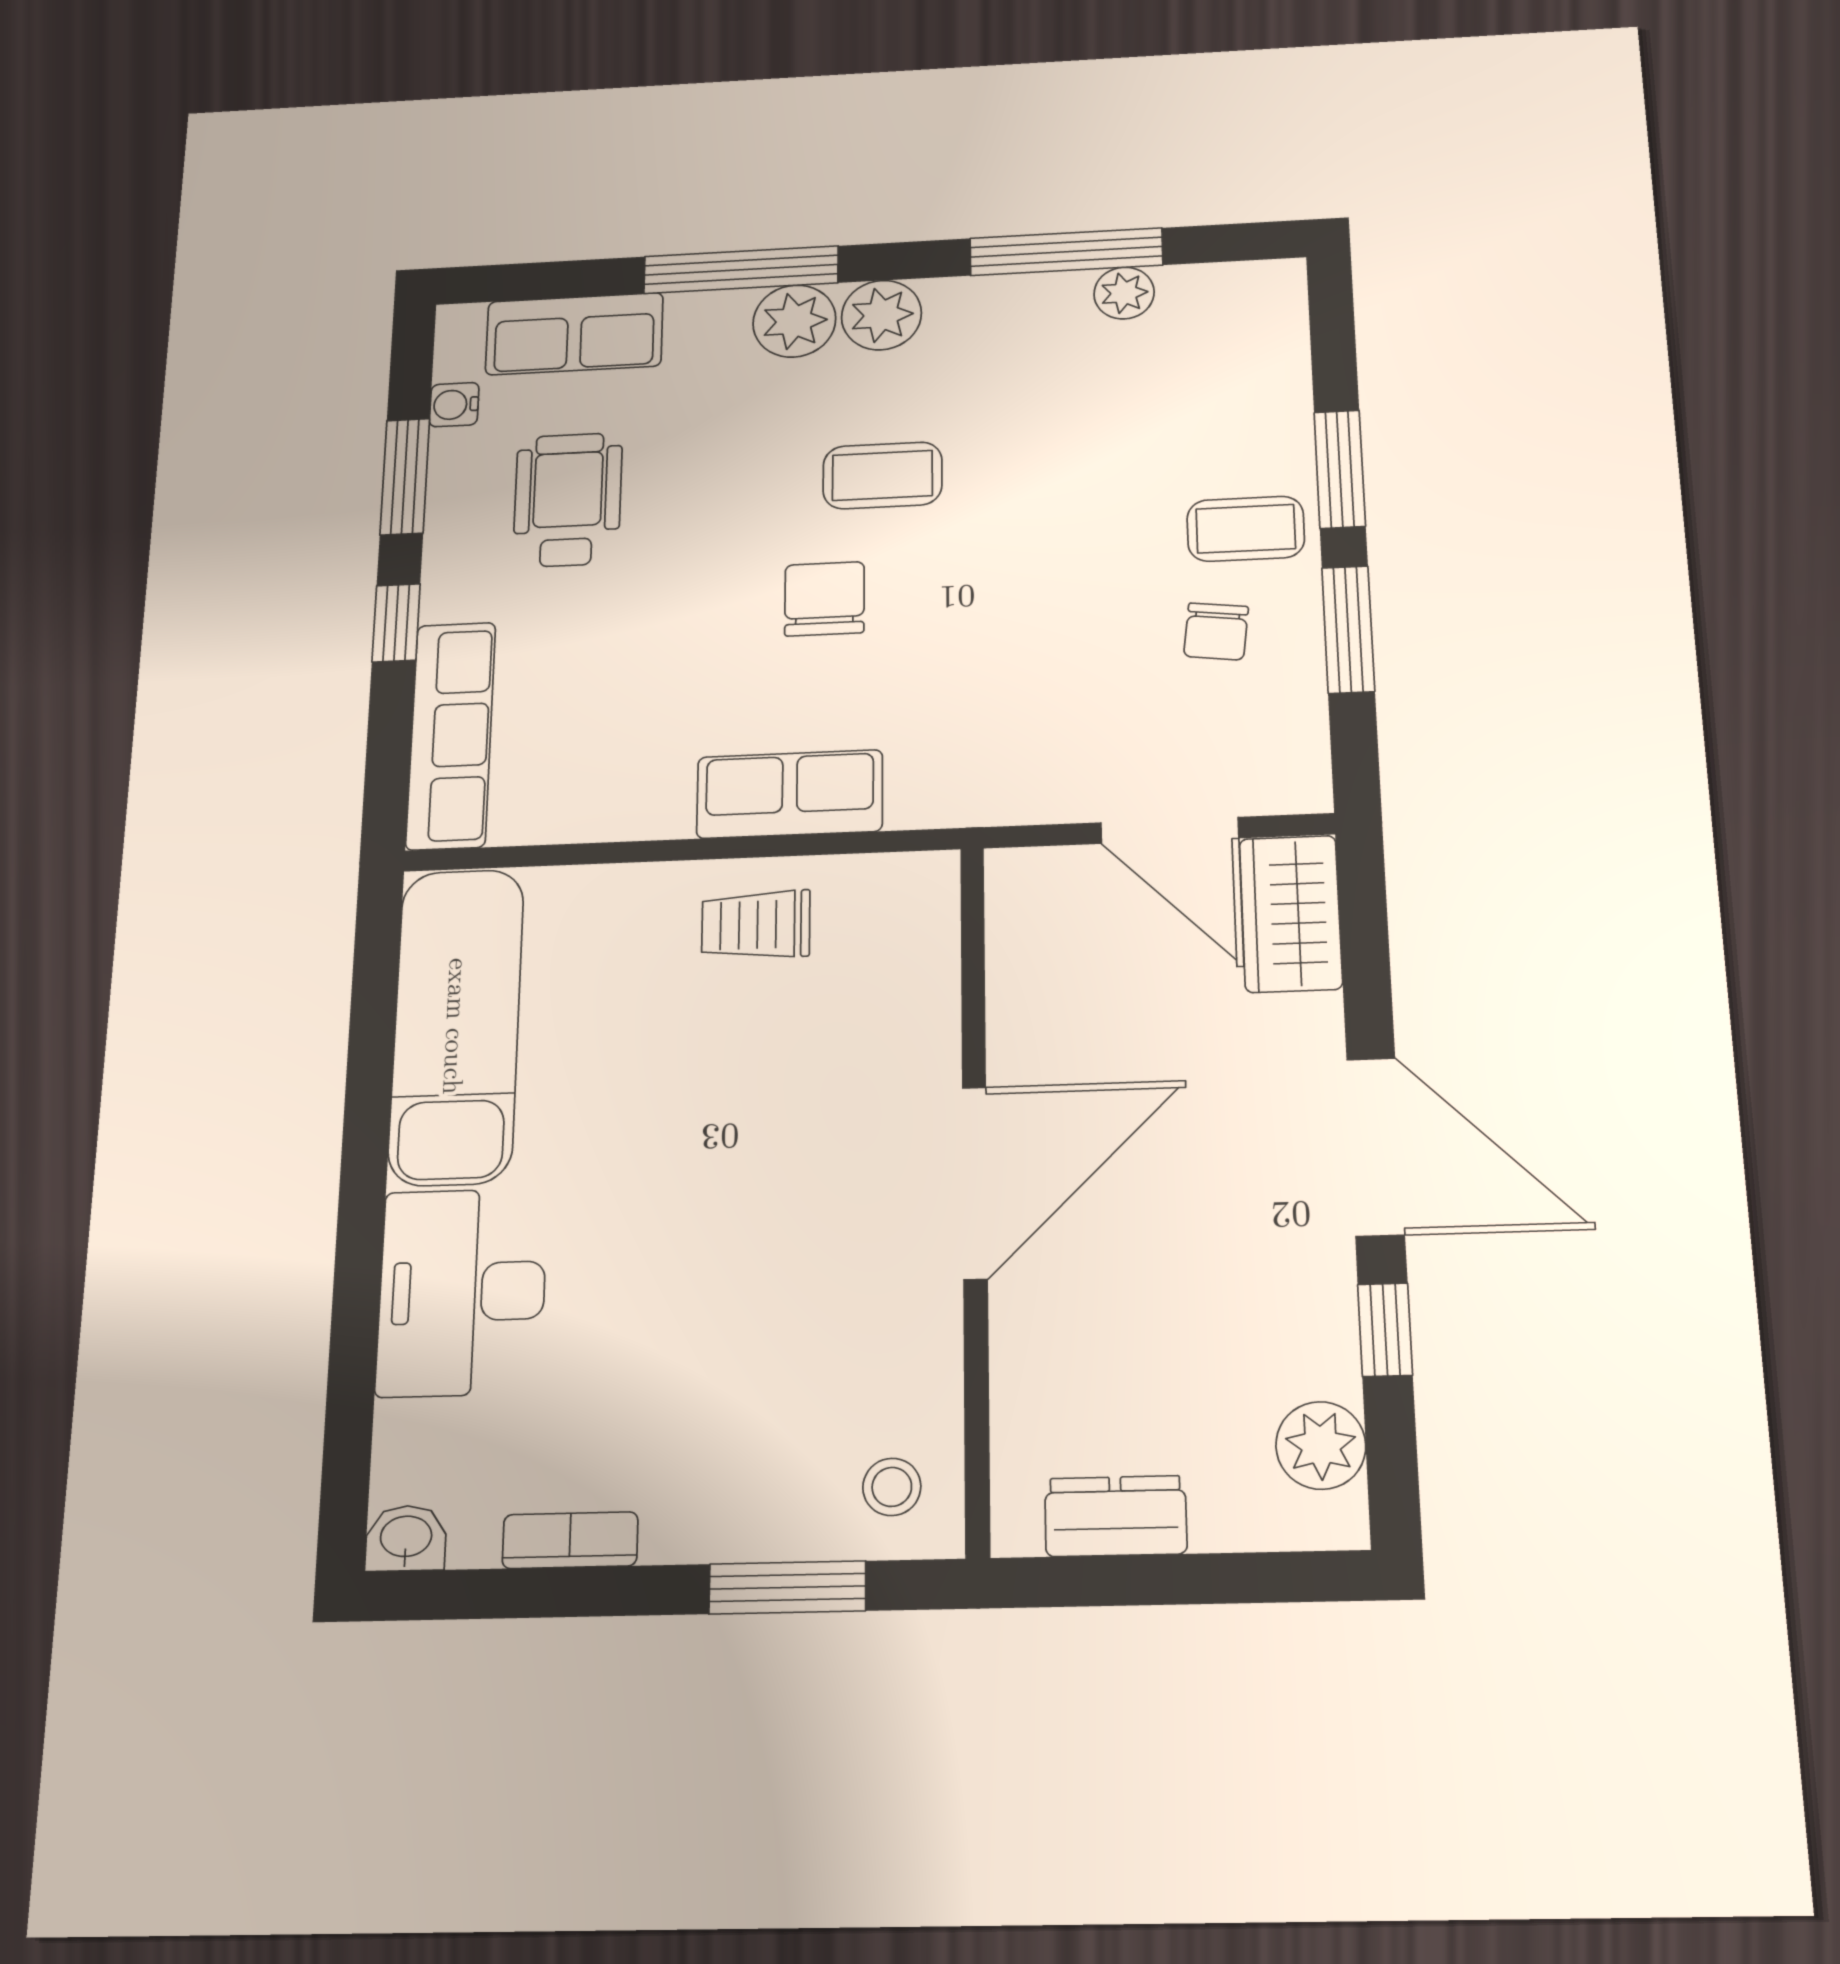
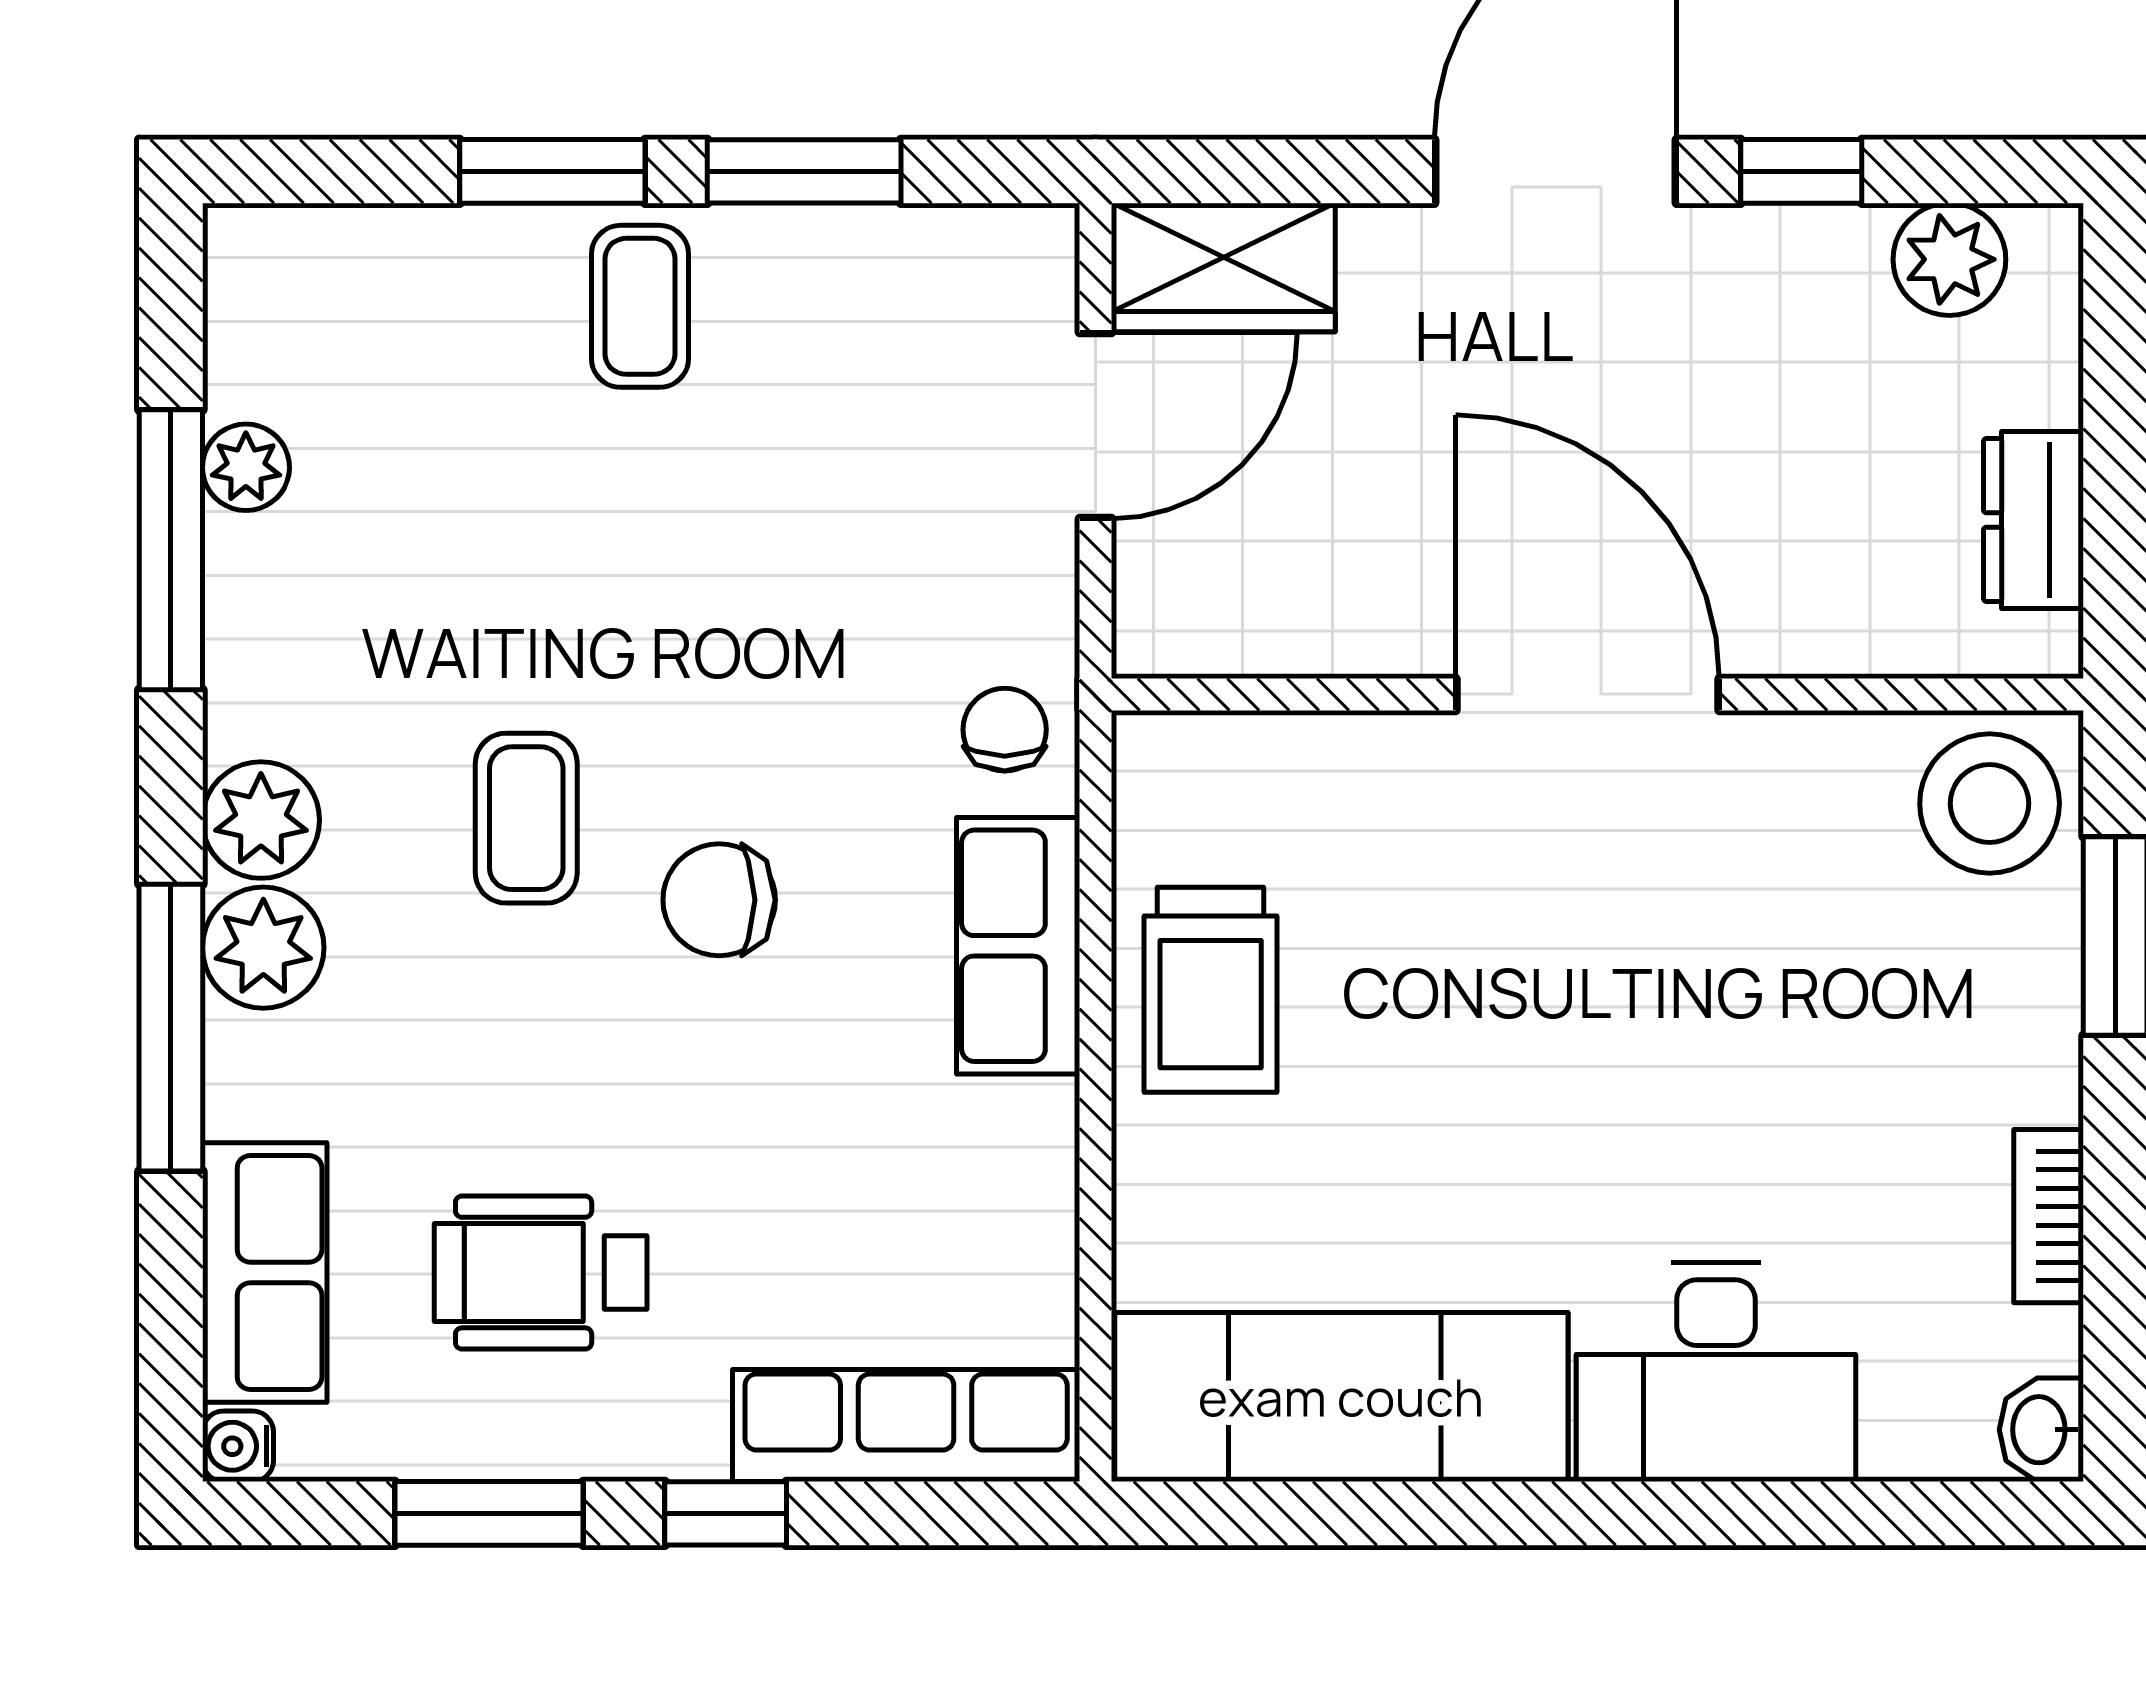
water cooler: (454, 405) -> (238, 1446), moved, turned 90
chair: (1216, 631) -> (1005, 730), moved, turned -97
trolley: (756, 925) -> (1211, 990), width x1.36, depth x1.39
stool: (892, 1487) -> (1990, 803), width x1.89, depth x1.89

